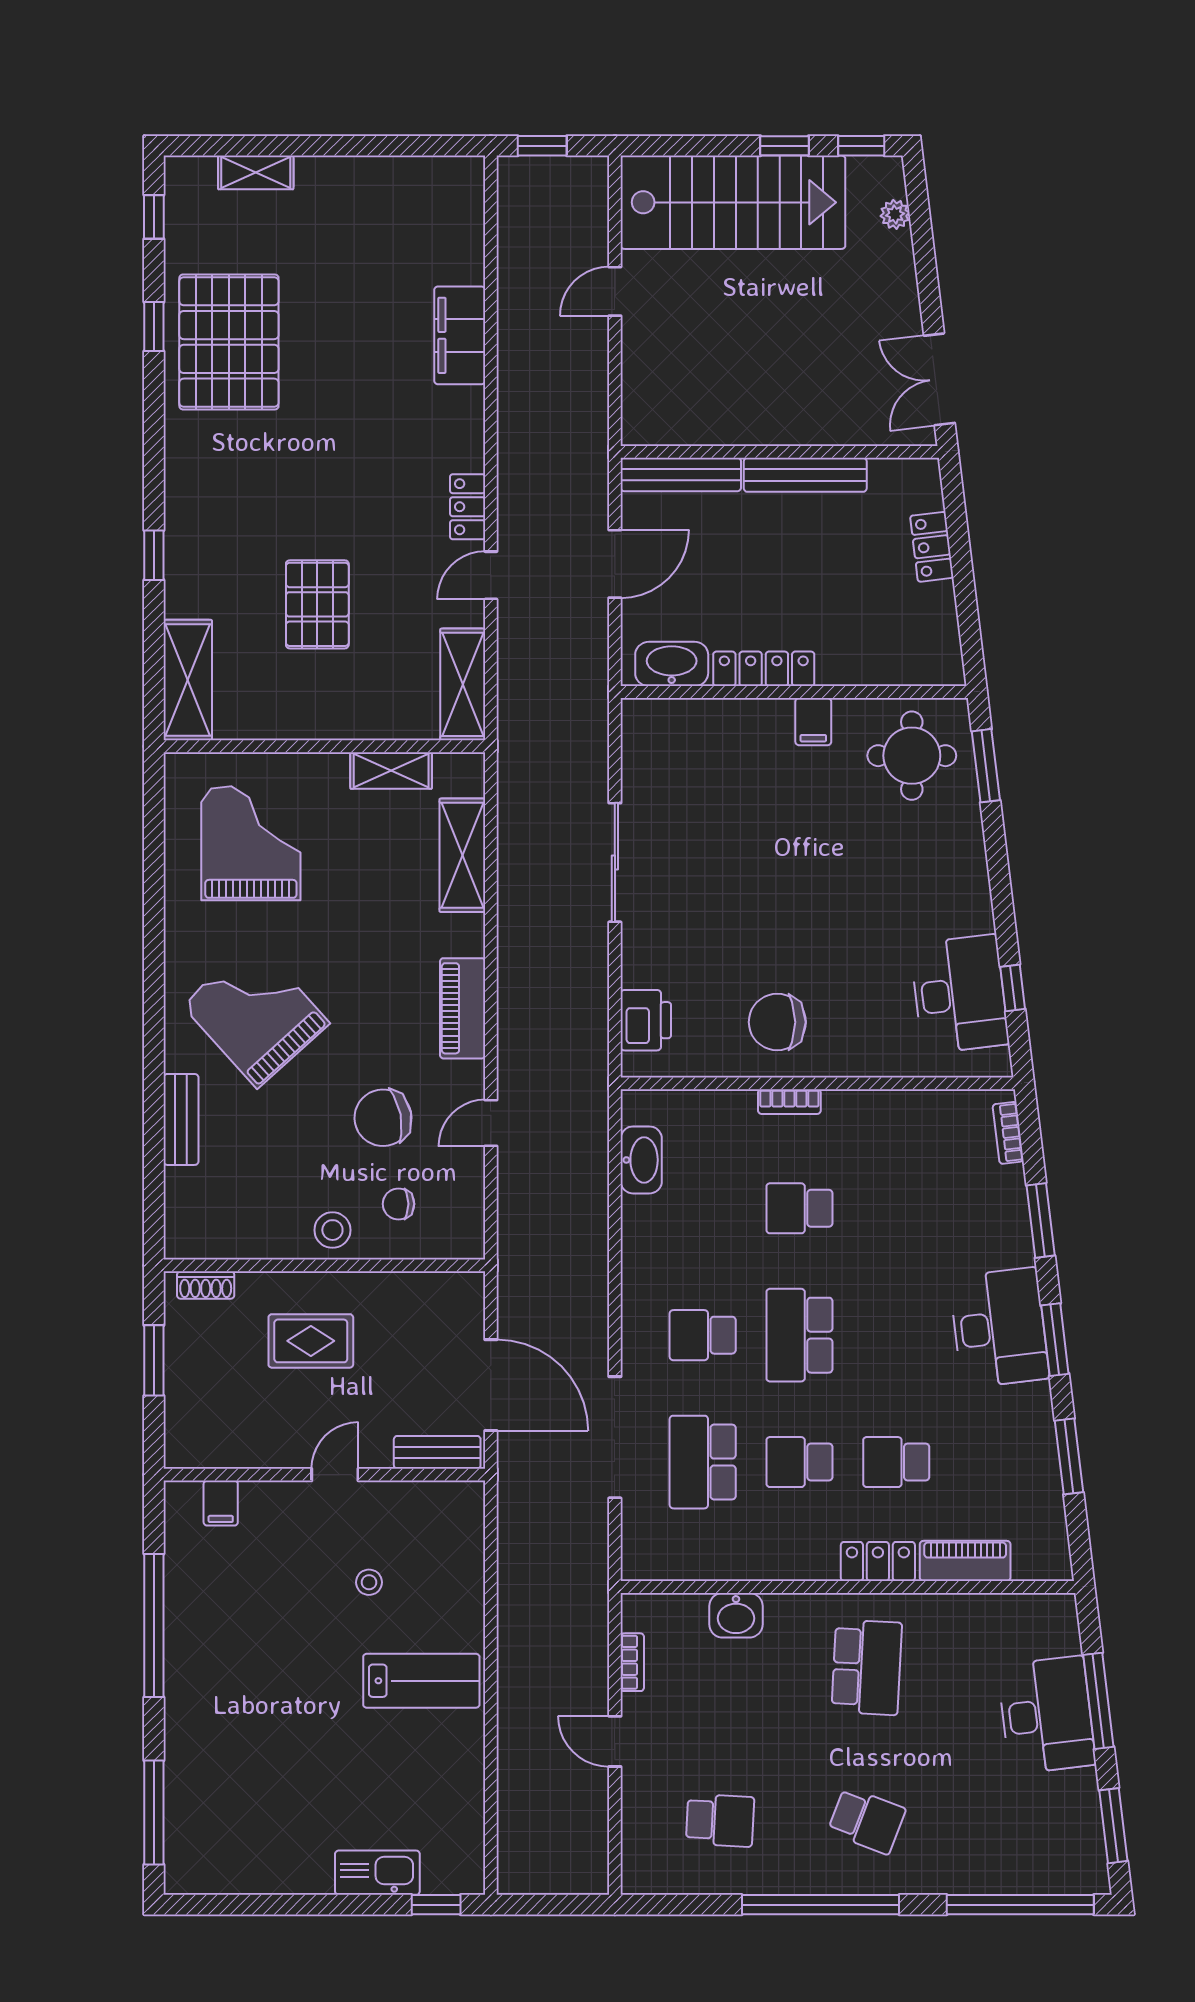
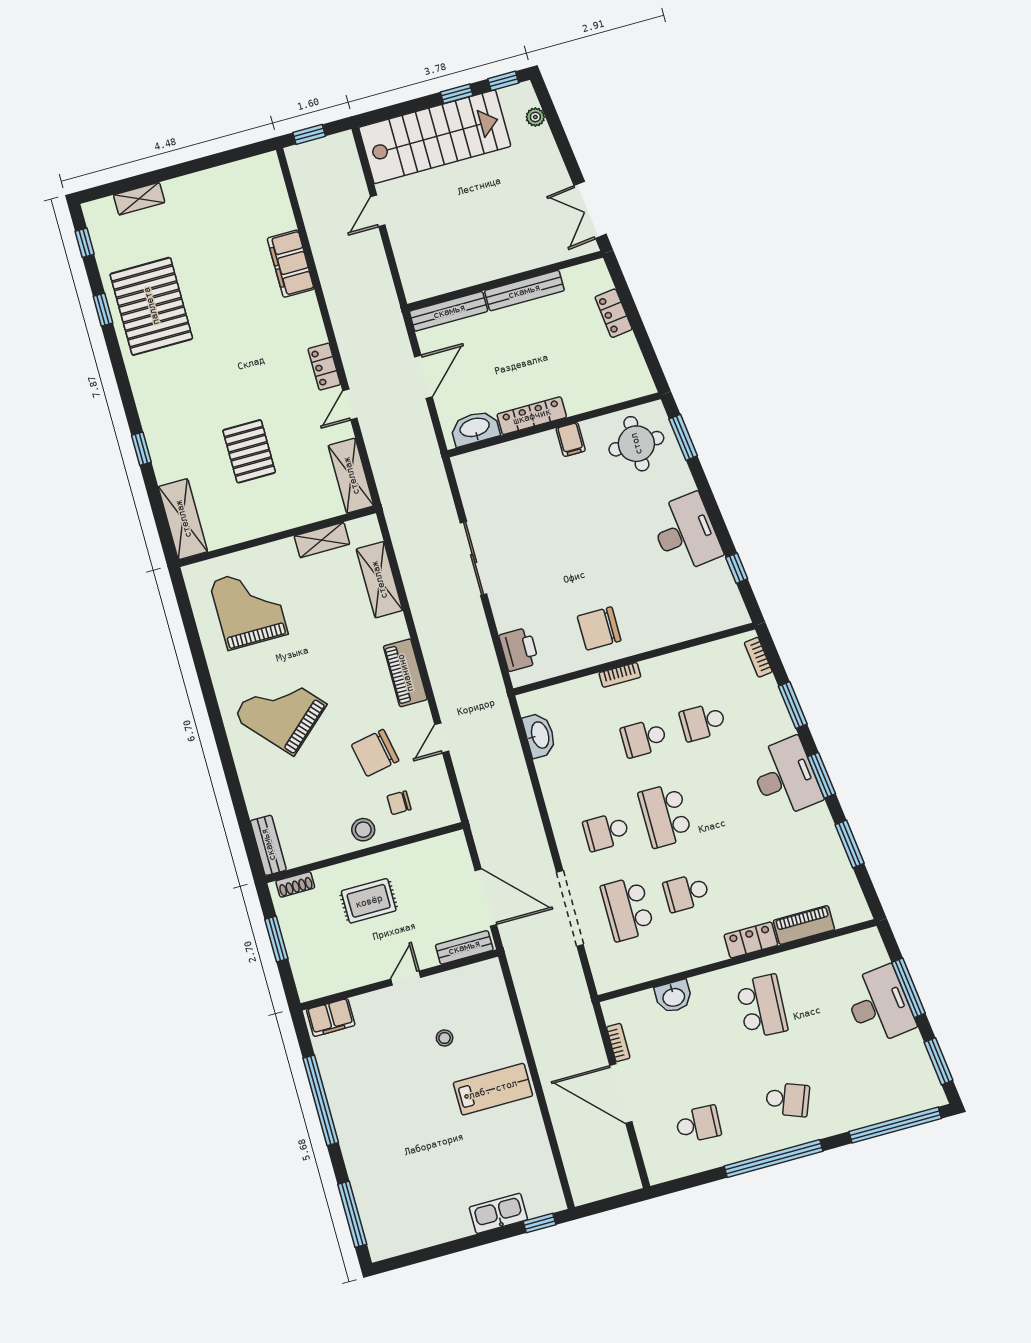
desk: (959, 994) -> (686, 533), moved
bench: (181, 1119) -> (268, 845), moved
school desk: (896, 1462) -> (703, 722), moved
filing cabinet: (221, 1503) -> (331, 1017), width x2.00
door: (615, 1741) -> (621, 1094), width x1.87

